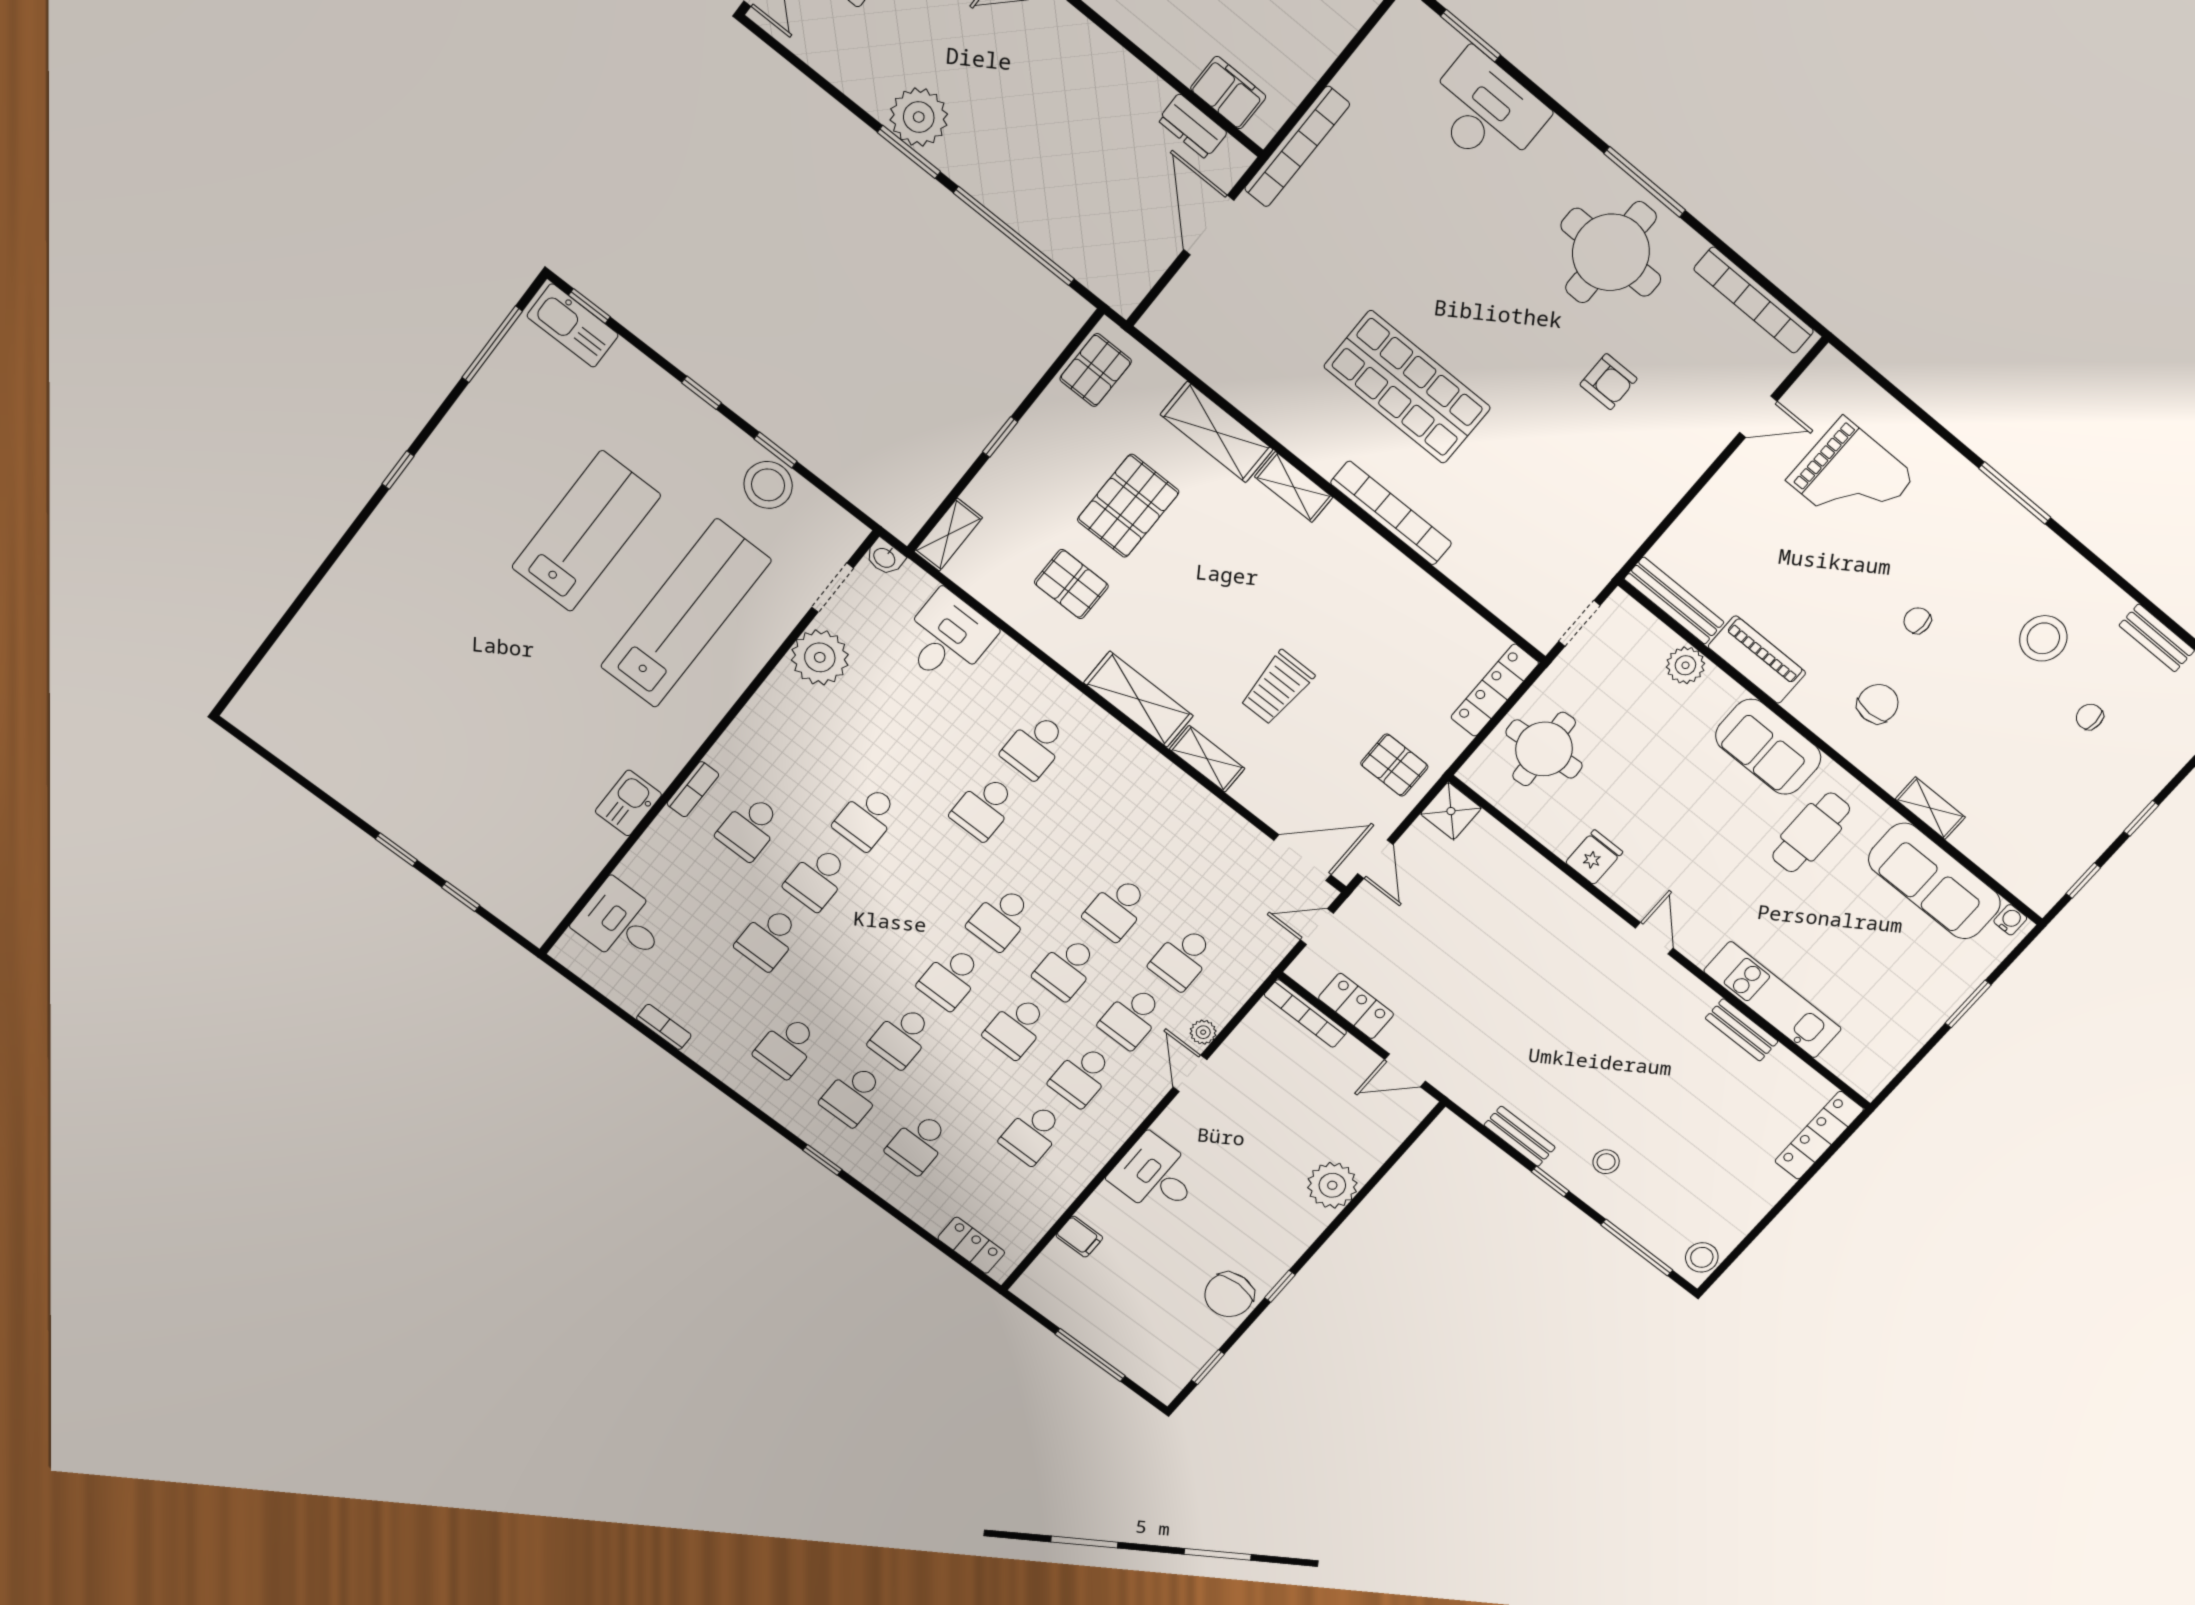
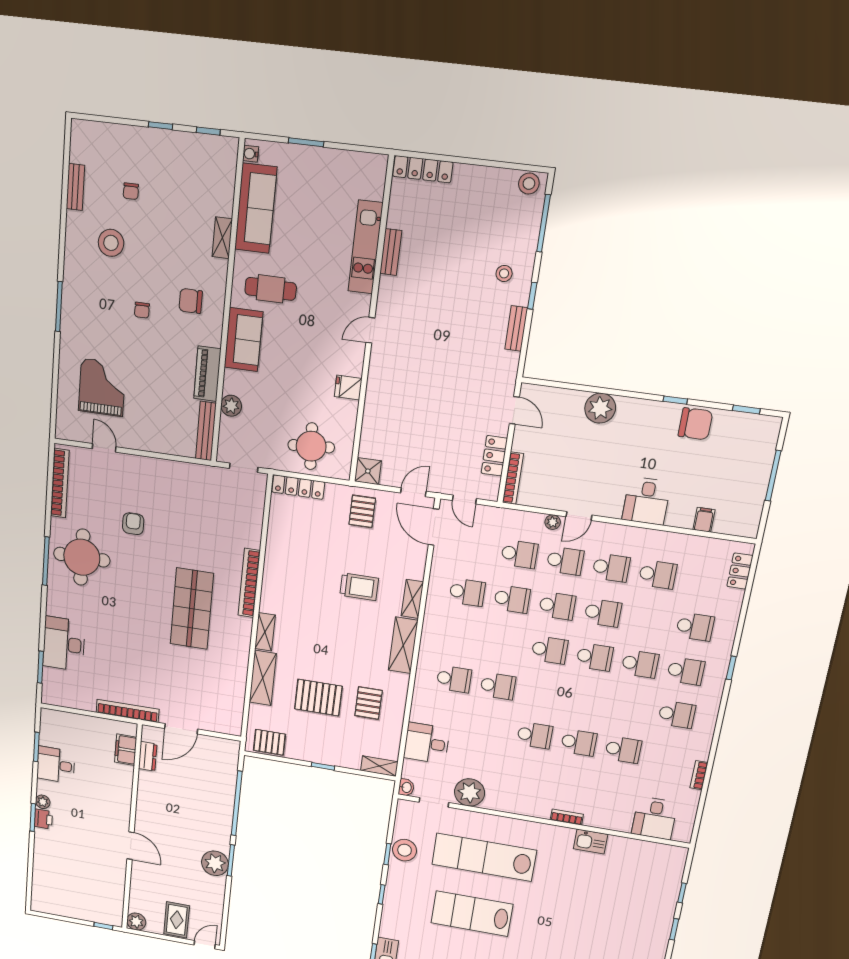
school desk: (750, 828) -> (467, 592), moved

